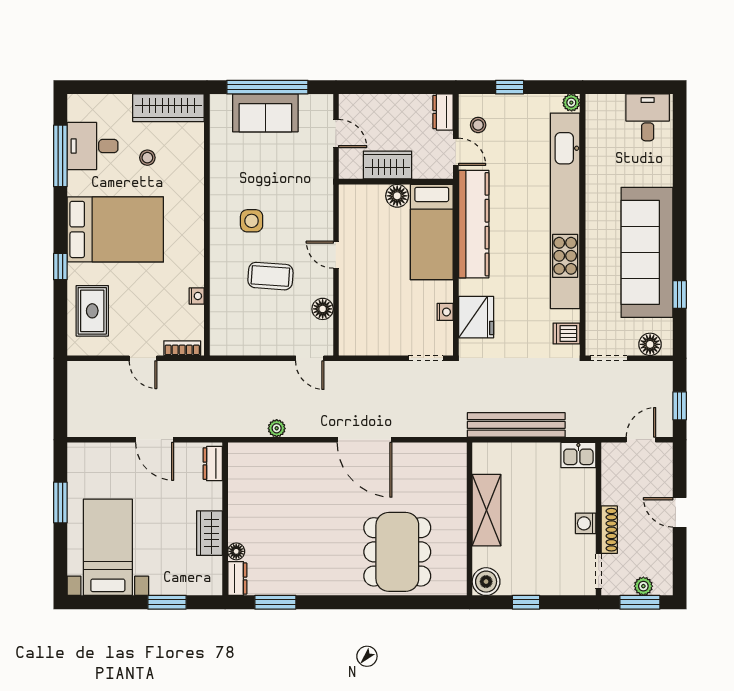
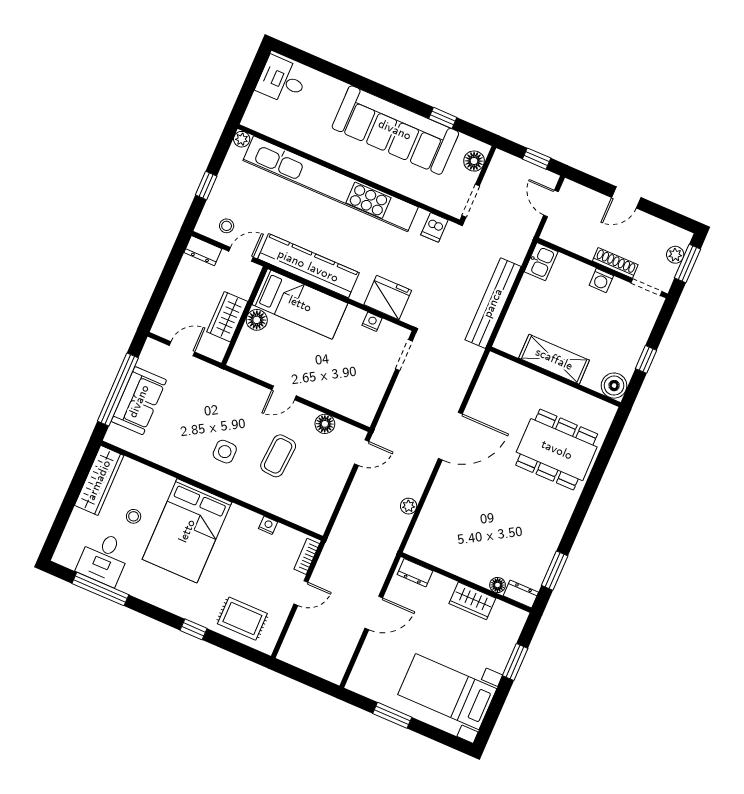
bed: (115, 229) -> (187, 531), moved, turned 180

